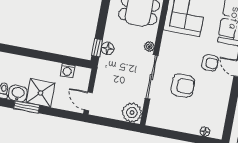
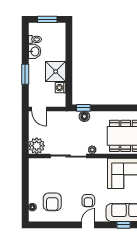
armchair: (183, 86) -> (52, 202), moved
shower: (41, 93) -> (56, 72), moved
door: (88, 101) -> (39, 109), swing flipped
window: (27, 107) -> (25, 74), moved

